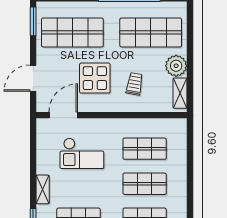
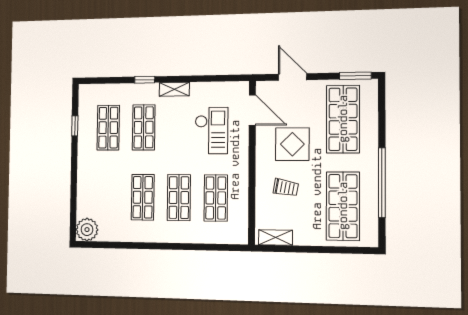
plant: (176, 66) -> (306, 234), removed
checkout: (82, 153) -> (211, 131), turned 180

